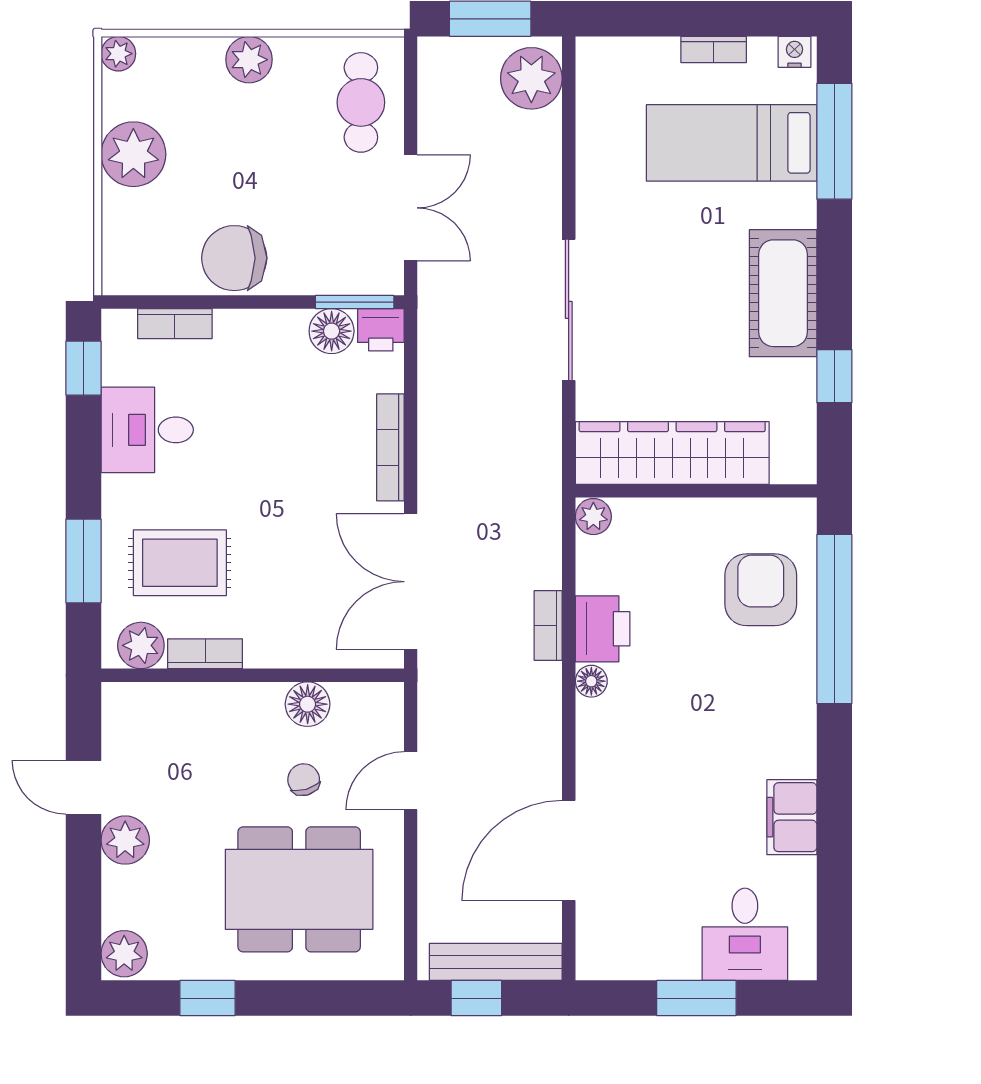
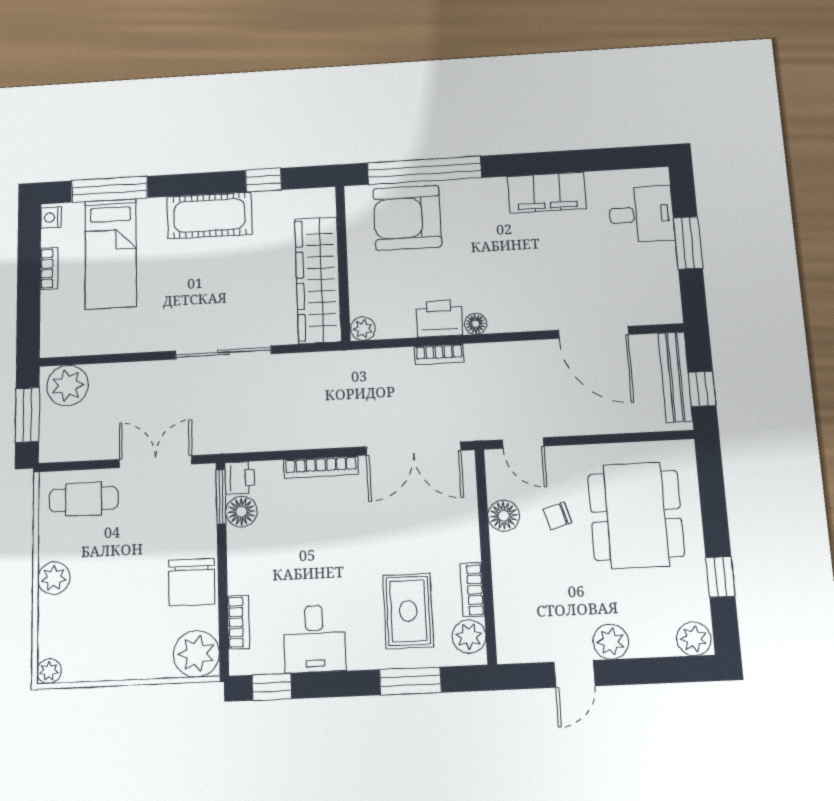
plant: (133, 154) -> (196, 654), moved
armchair: (761, 590) -> (407, 218), width x1.36, depth x1.36
door: (411, 781) -> (523, 443), moved
filing cabinet: (792, 817) -> (547, 192), width x1.50, depth x1.17

